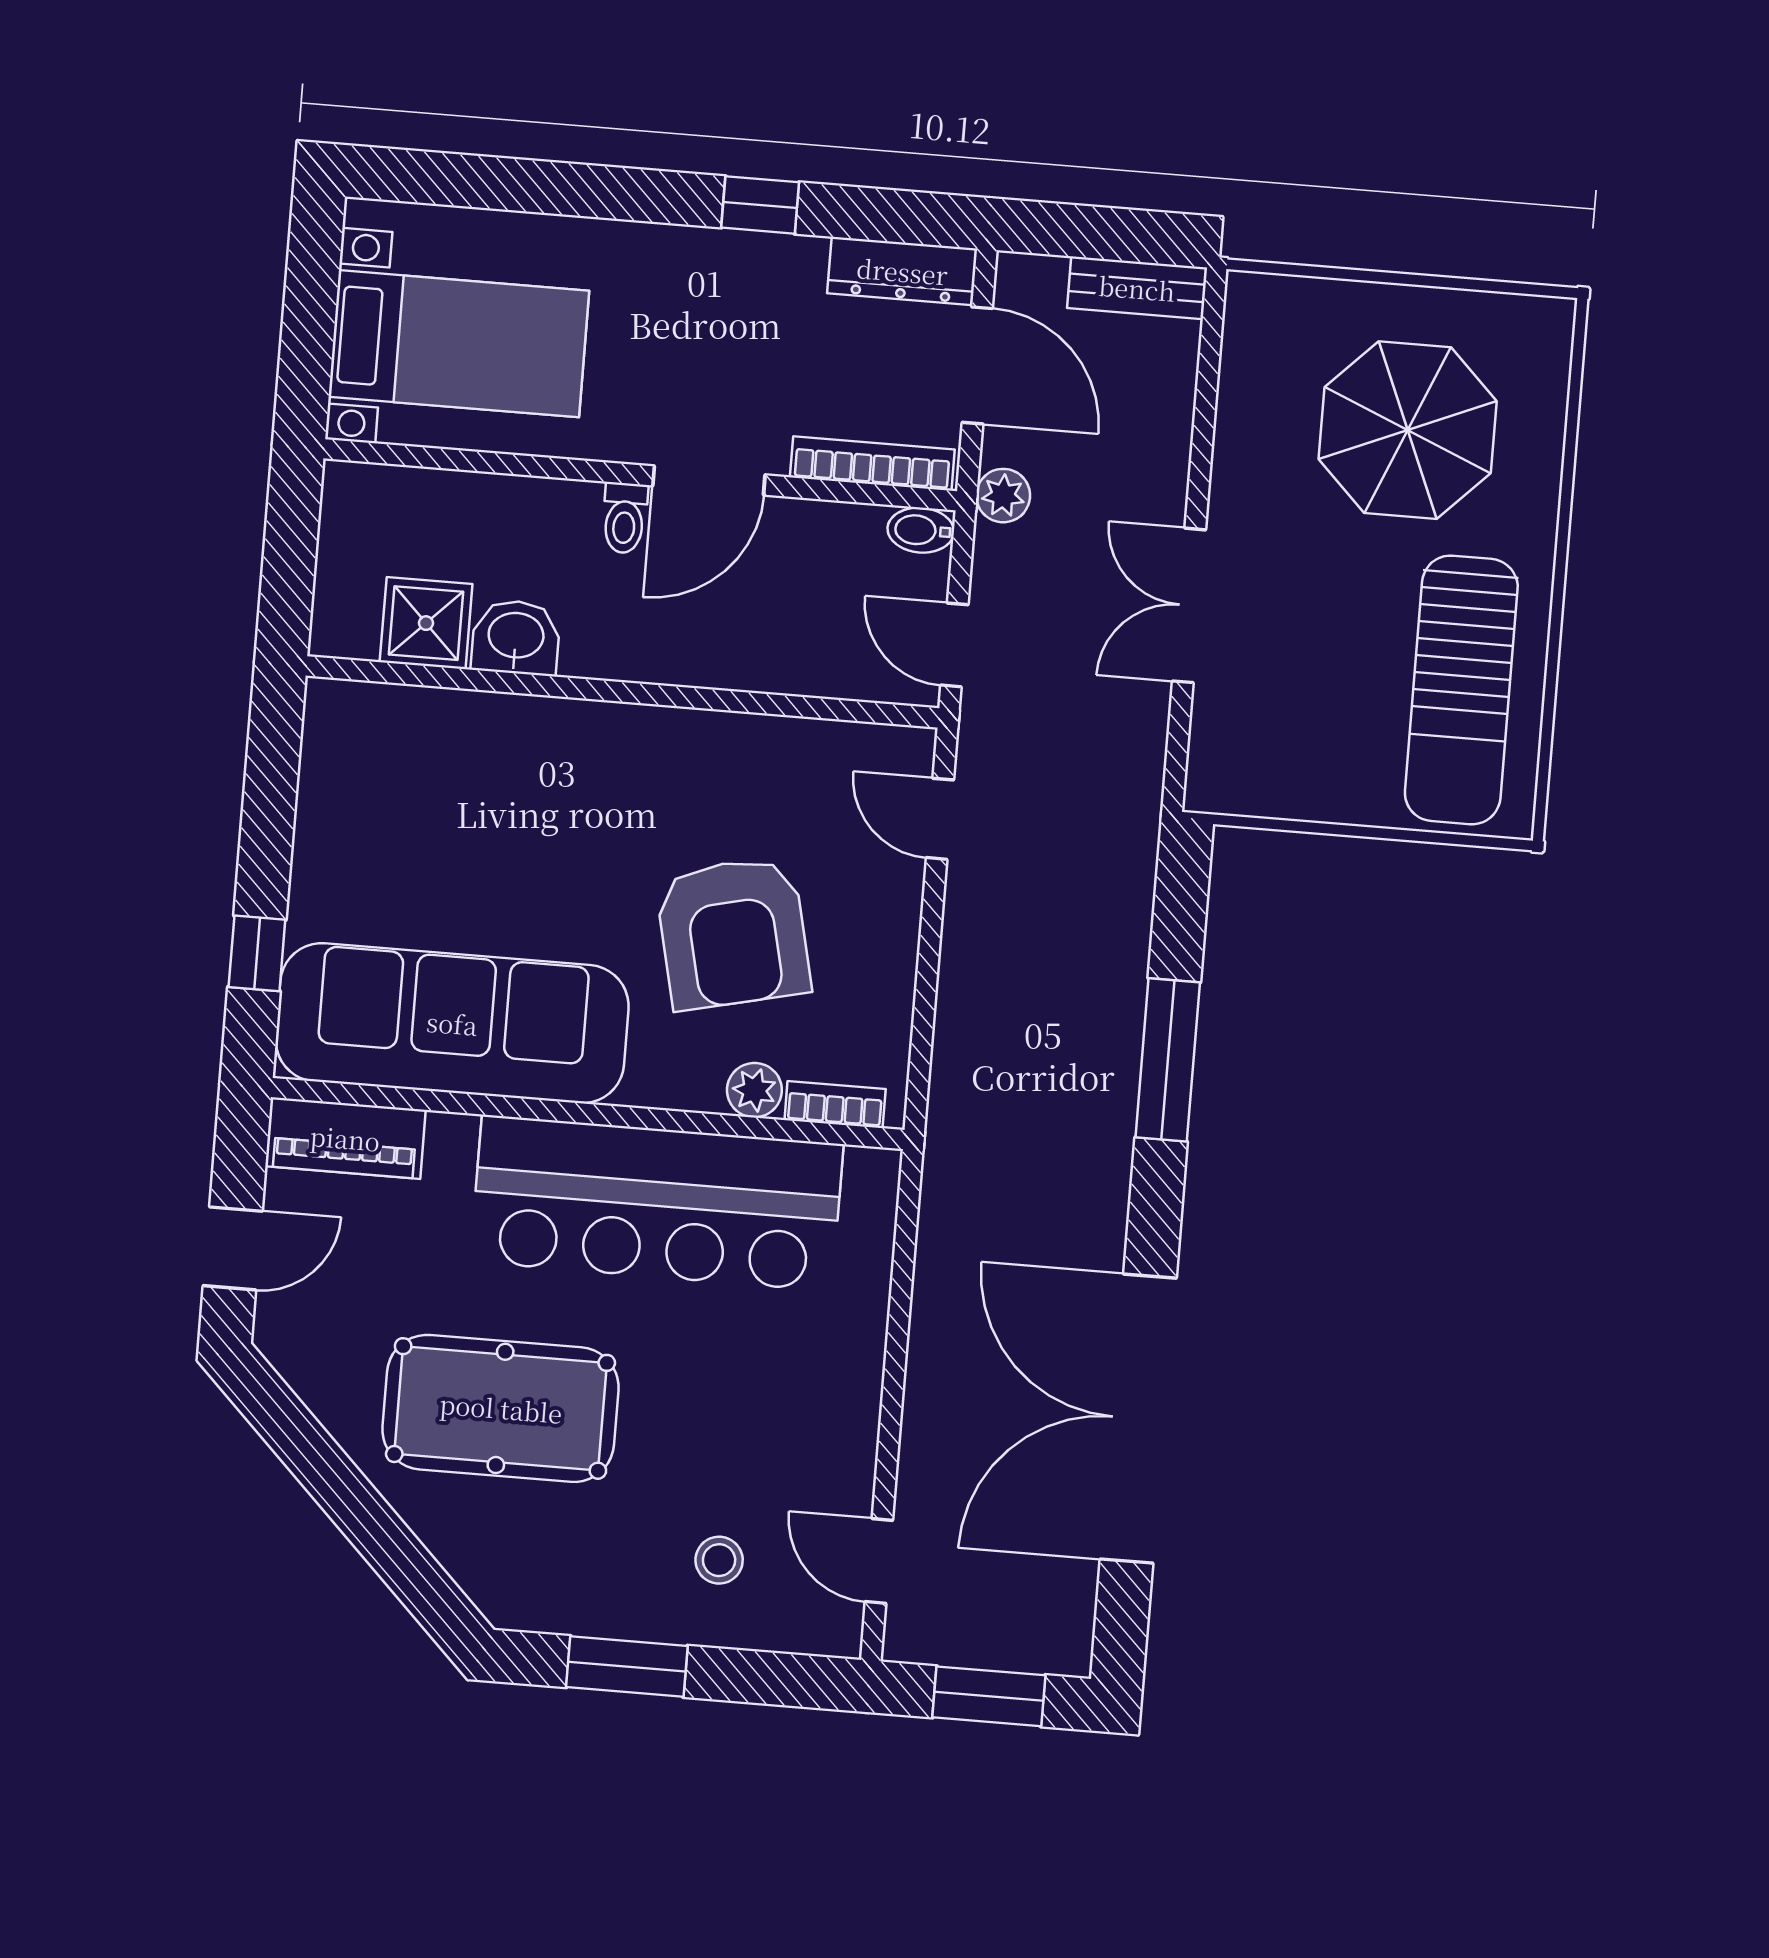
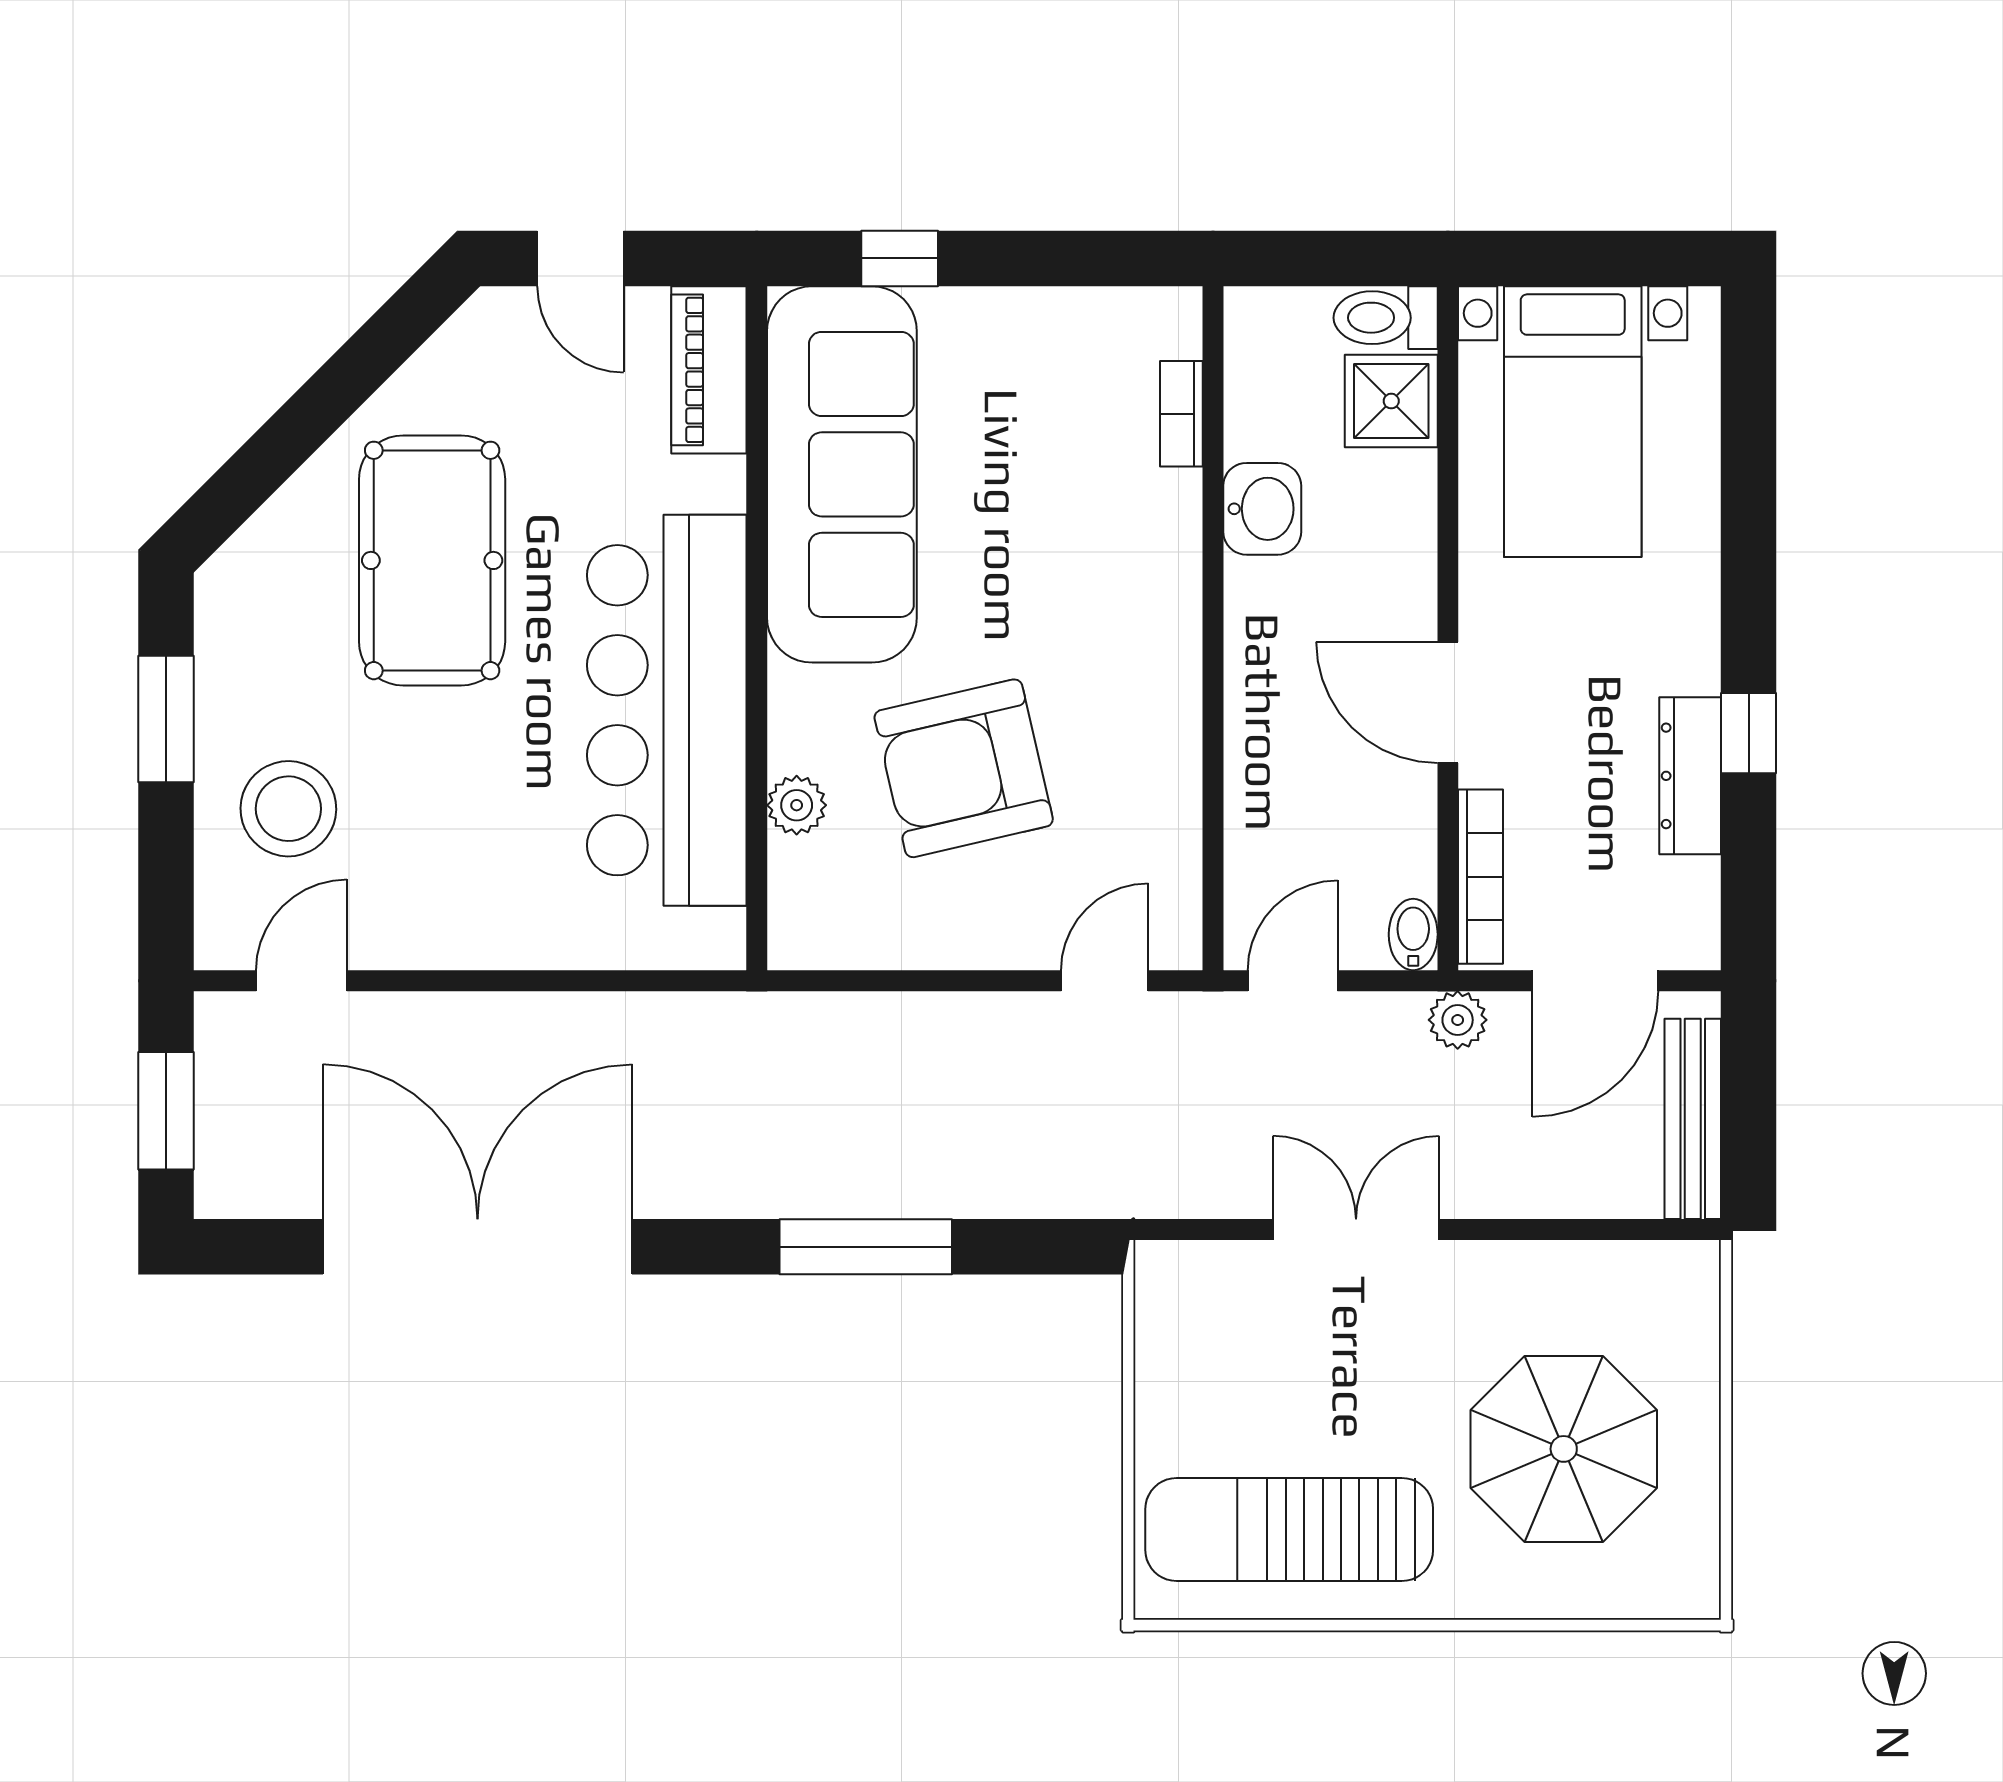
dresser: (902, 271) -> (1690, 776), moved
bench: (1137, 288) -> (1693, 1119), width x1.36
toilet: (625, 518) -> (1386, 318), moved, width x1.37, depth x1.39
shower: (426, 623) -> (1391, 401), moved
bookcase: (835, 1104) -> (1181, 414), moved, turned 180
stool: (719, 1560) -> (288, 809), width x1.89, depth x1.89

